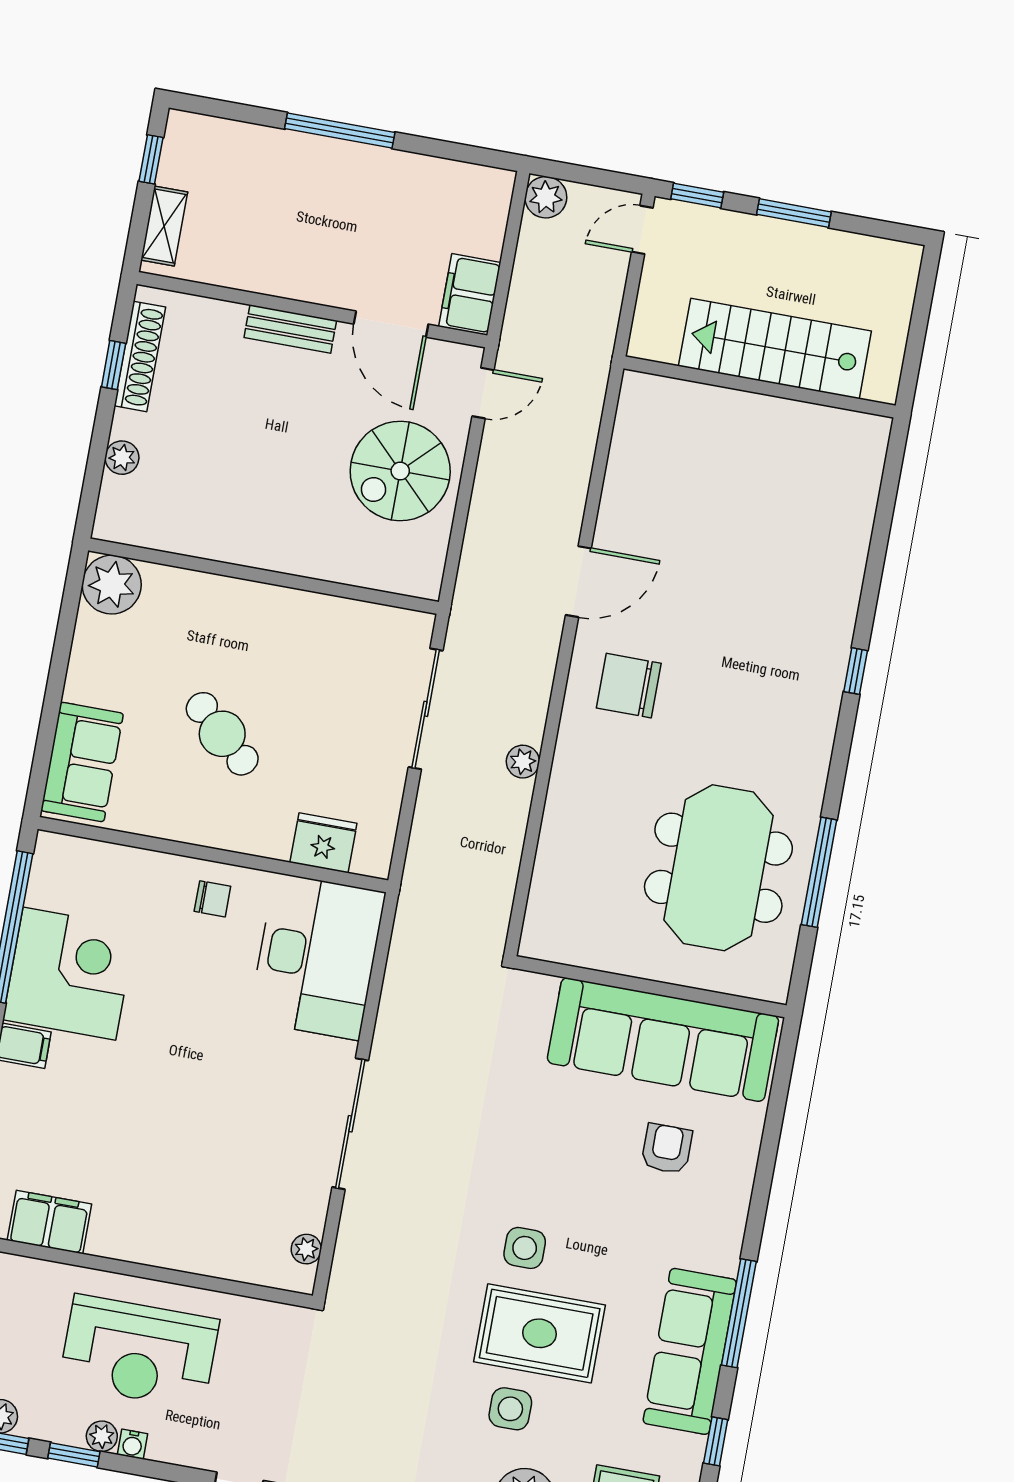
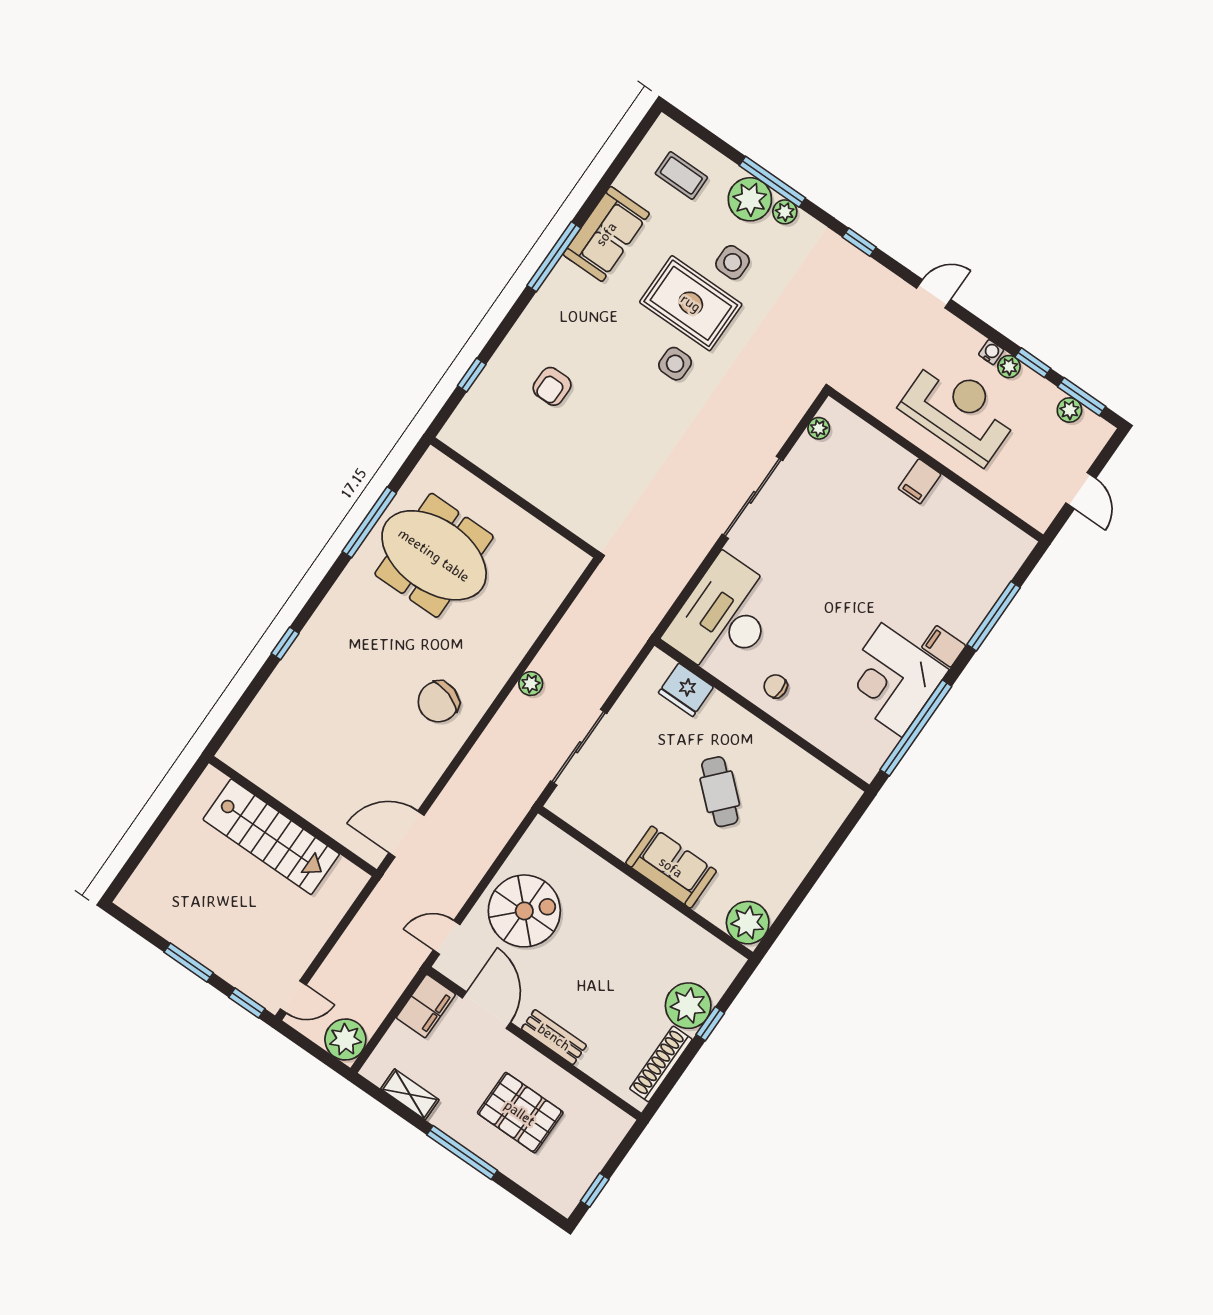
plant: (546, 197) -> (345, 1040), width x1.36, depth x1.36
pallet: (289, 214) -> (520, 1113), added
shelving: (164, 226) -> (410, 1094), moved, turned 90
stairs: (775, 349) -> (271, 837), moved
window: (114, 365) -> (710, 1024), moved
wall: (759, 387) -> (293, 816), moved
plant: (122, 458) -> (688, 1006), width x1.88, depth x1.88
door: (578, 582) -> (406, 834), moved
chair: (629, 686) -> (438, 702), turned 108
sofa: (82, 762) -> (671, 867), moved, turned 90
meeting table: (718, 868) -> (434, 555), turned 90
sofa: (663, 1040) -> (522, 459), removed
filing cabinet: (49, 1222) -> (920, 481), moved, width x0.50
sofa: (690, 1351) -> (606, 234), width x0.73
window: (716, 1441) -> (472, 375), moved

